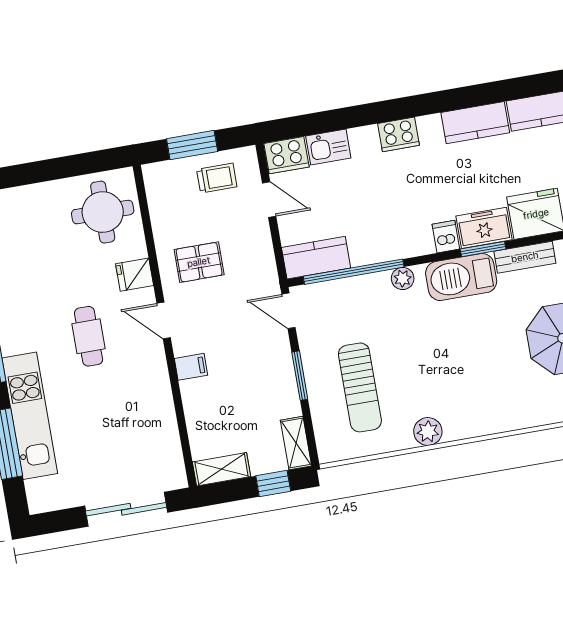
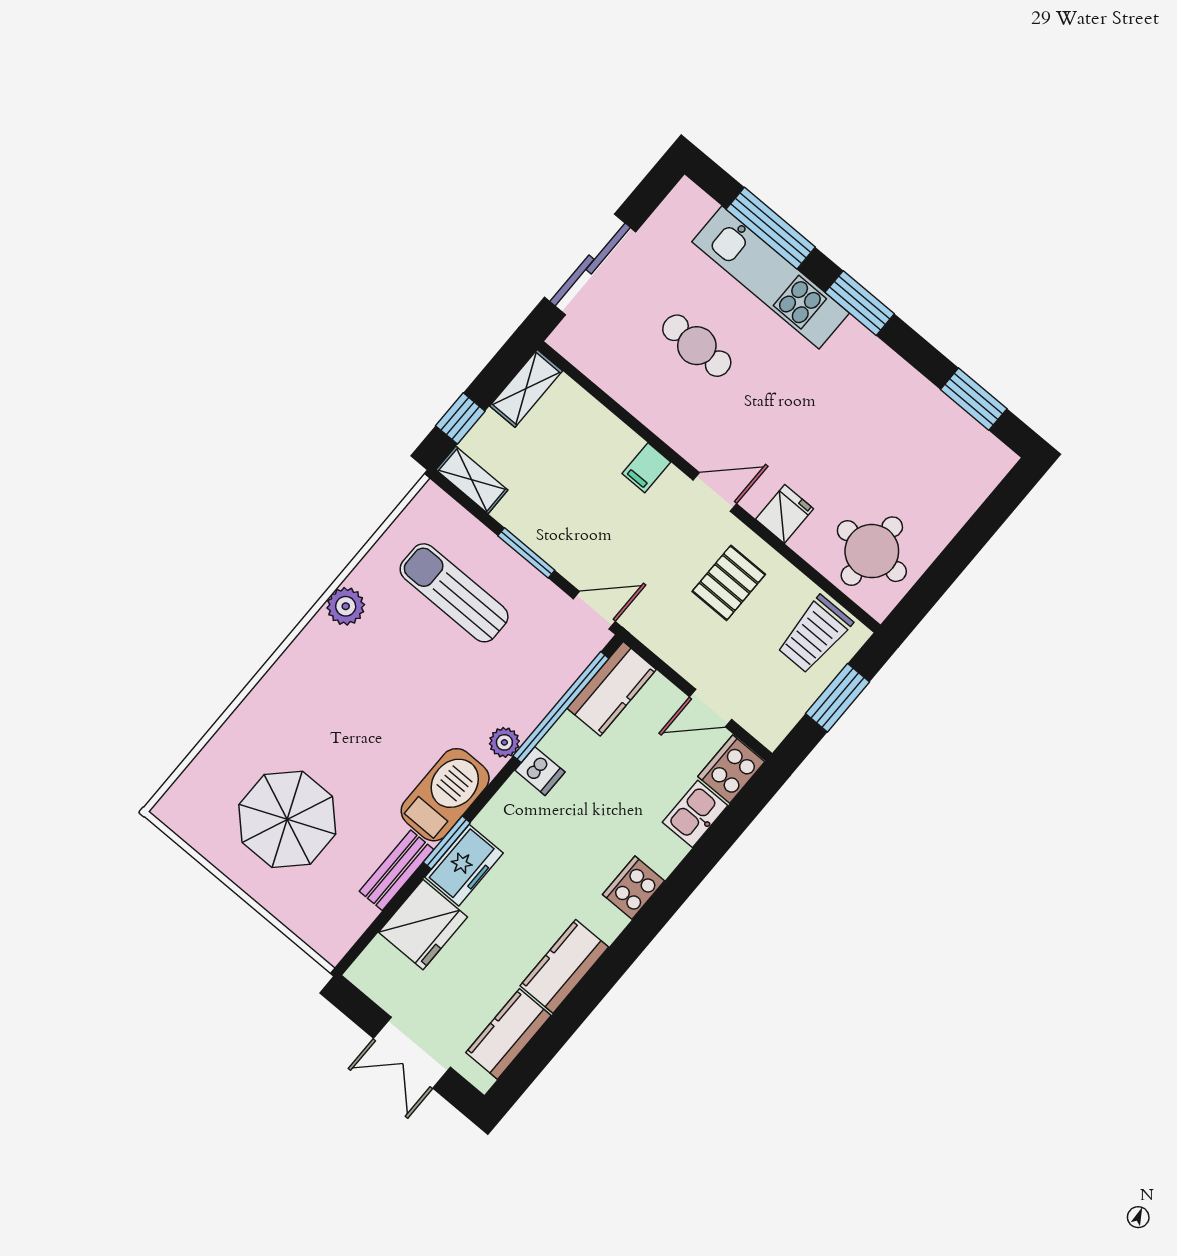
trolley: (217, 178) -> (815, 634), moved, width x1.36, depth x1.39
dishwasher: (446, 237) -> (540, 771), moved
cafe table: (89, 336) -> (697, 346), moved

